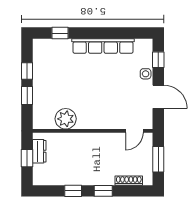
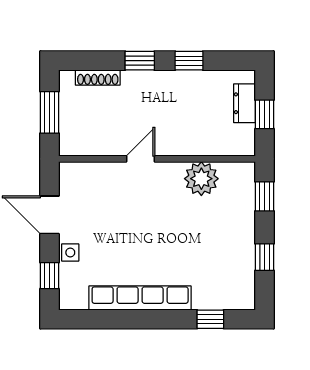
window: (27, 96) -> (264, 196), moved
door: (134, 131) -> (140, 159), moved
dresser: (39, 151) -> (244, 103), moved

